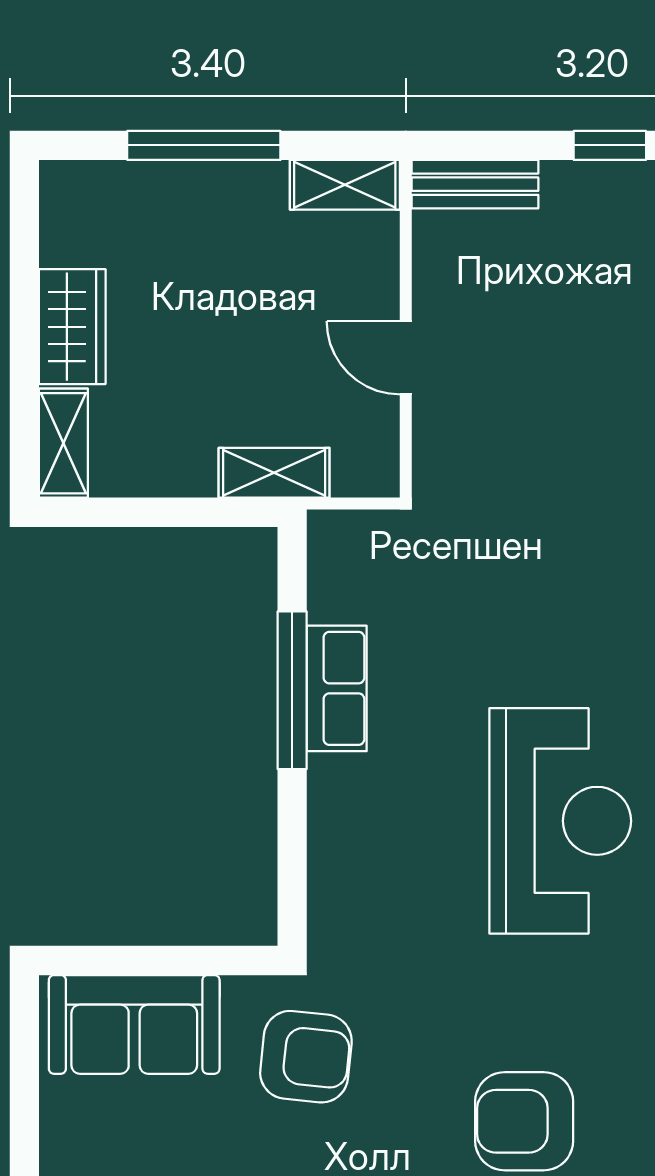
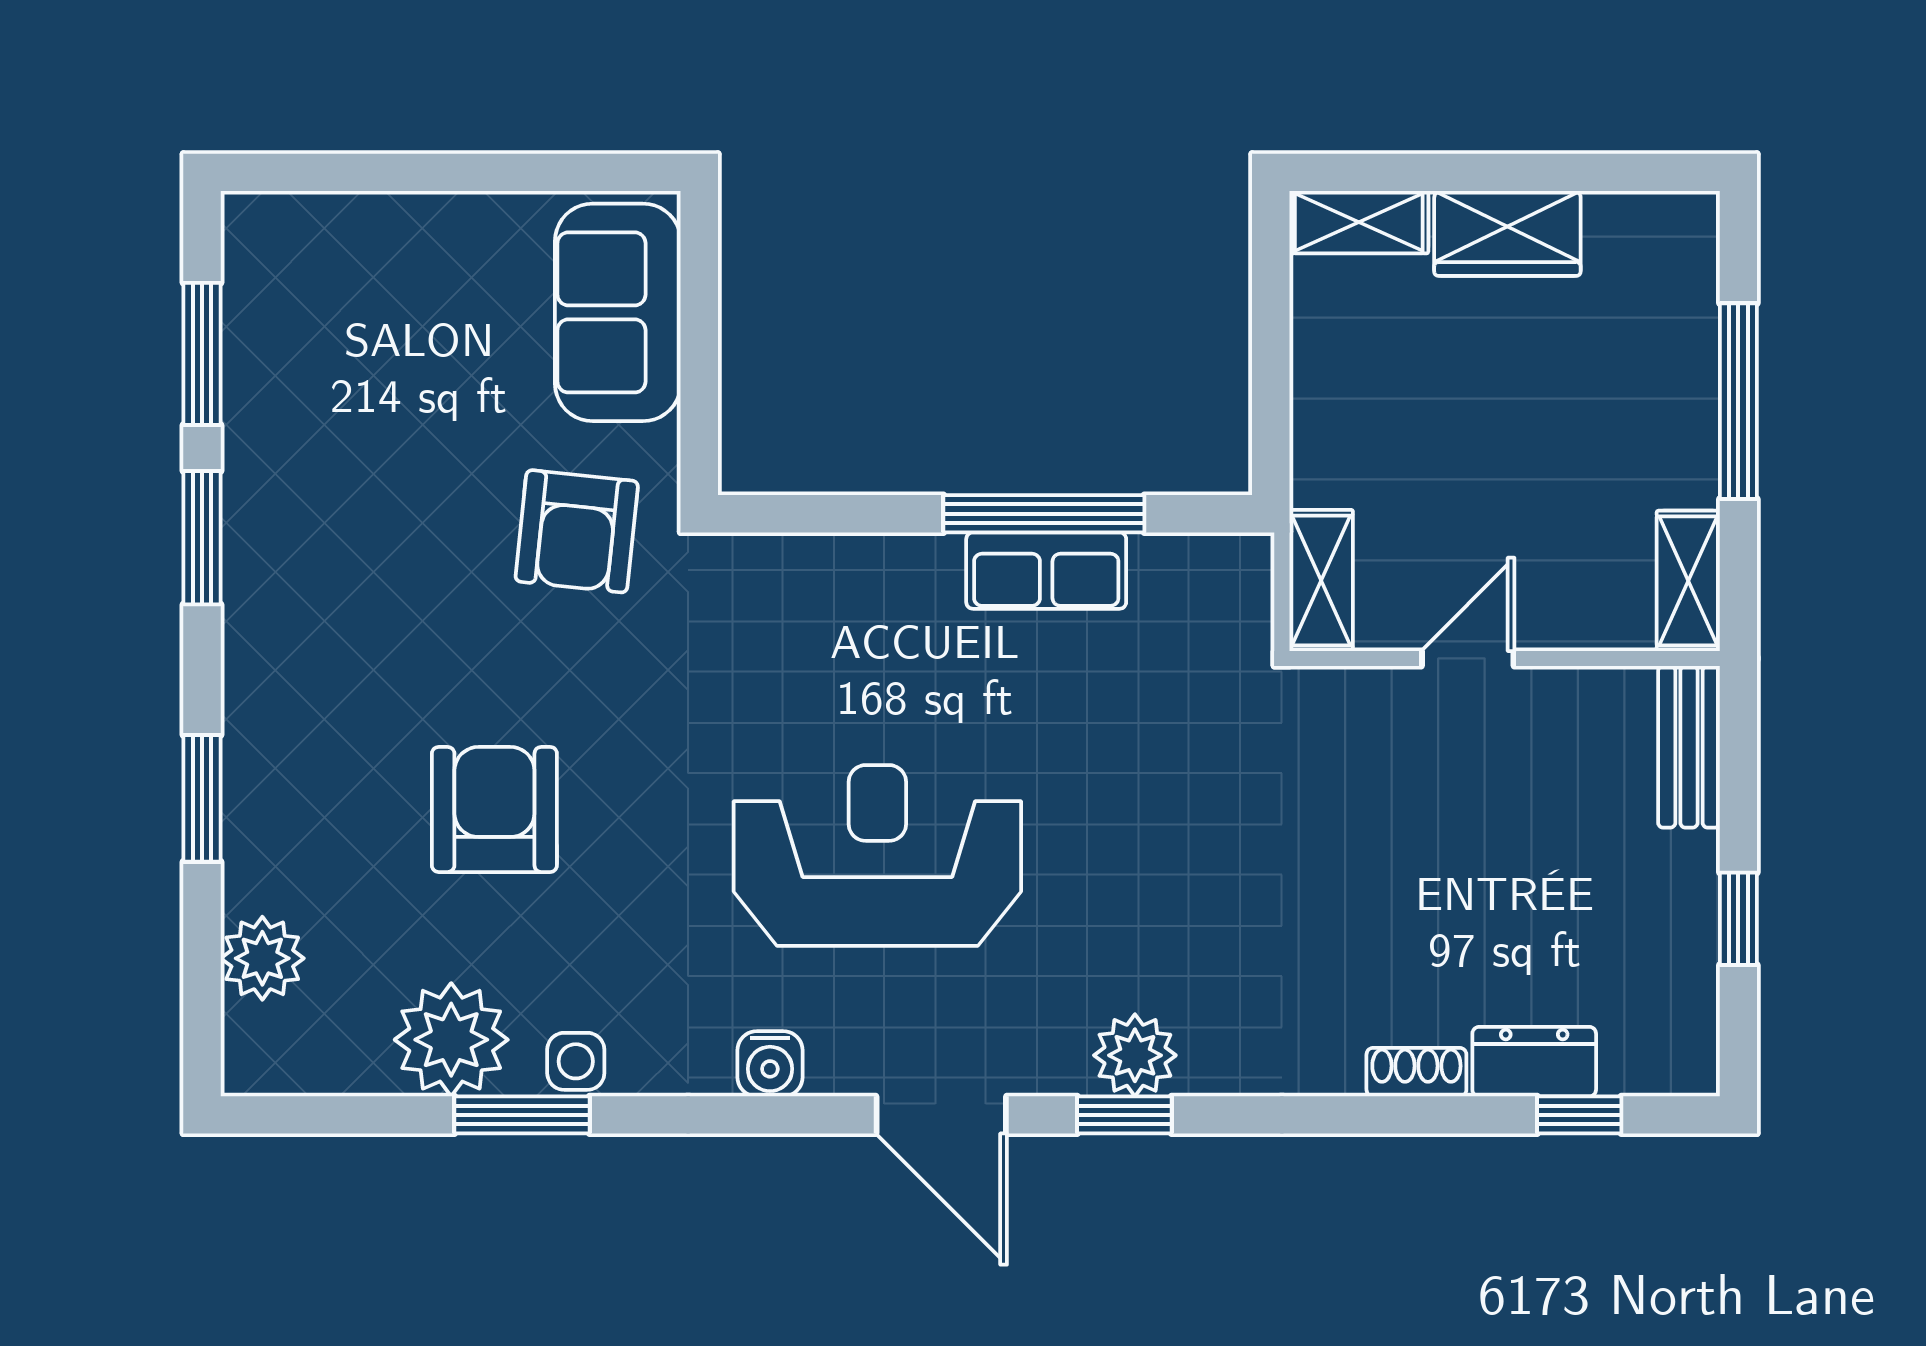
shelving: (274, 473) -> (1321, 580), moved
reception desk: (560, 821) -> (877, 855), turned 180

